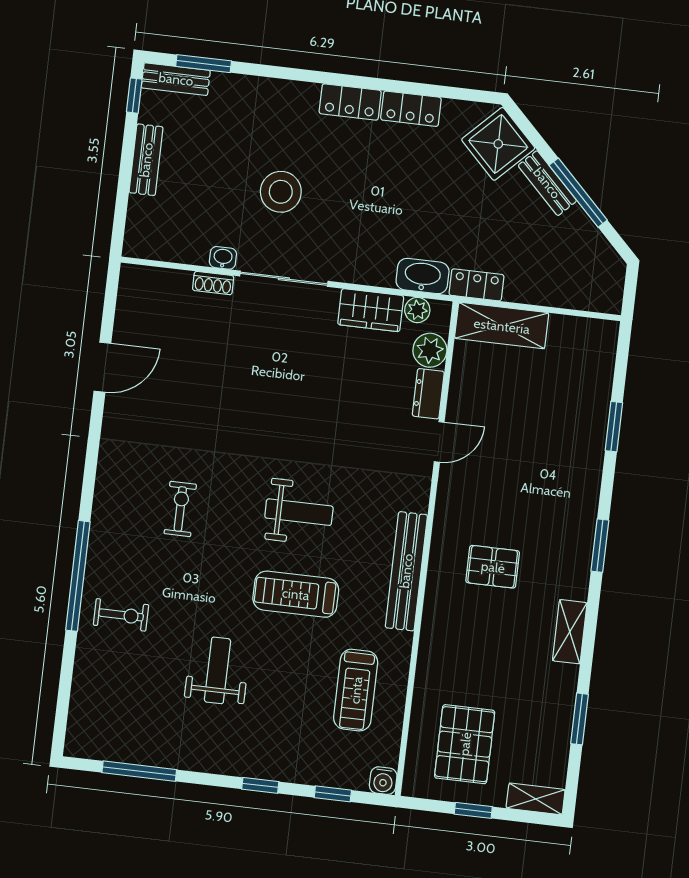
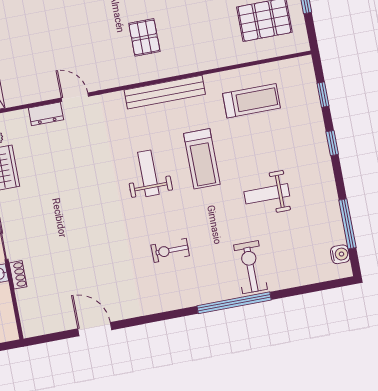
plant: (430, 350) -> (18, 122), removed
exercise bike: (121, 615) -> (250, 267), width x1.38, depth x1.39
water cooler: (383, 781) -> (340, 254), moved

